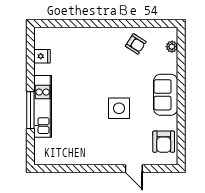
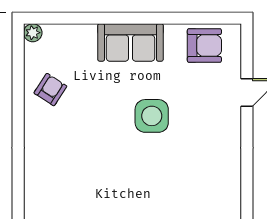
plant: (172, 47) -> (33, 33), moved

